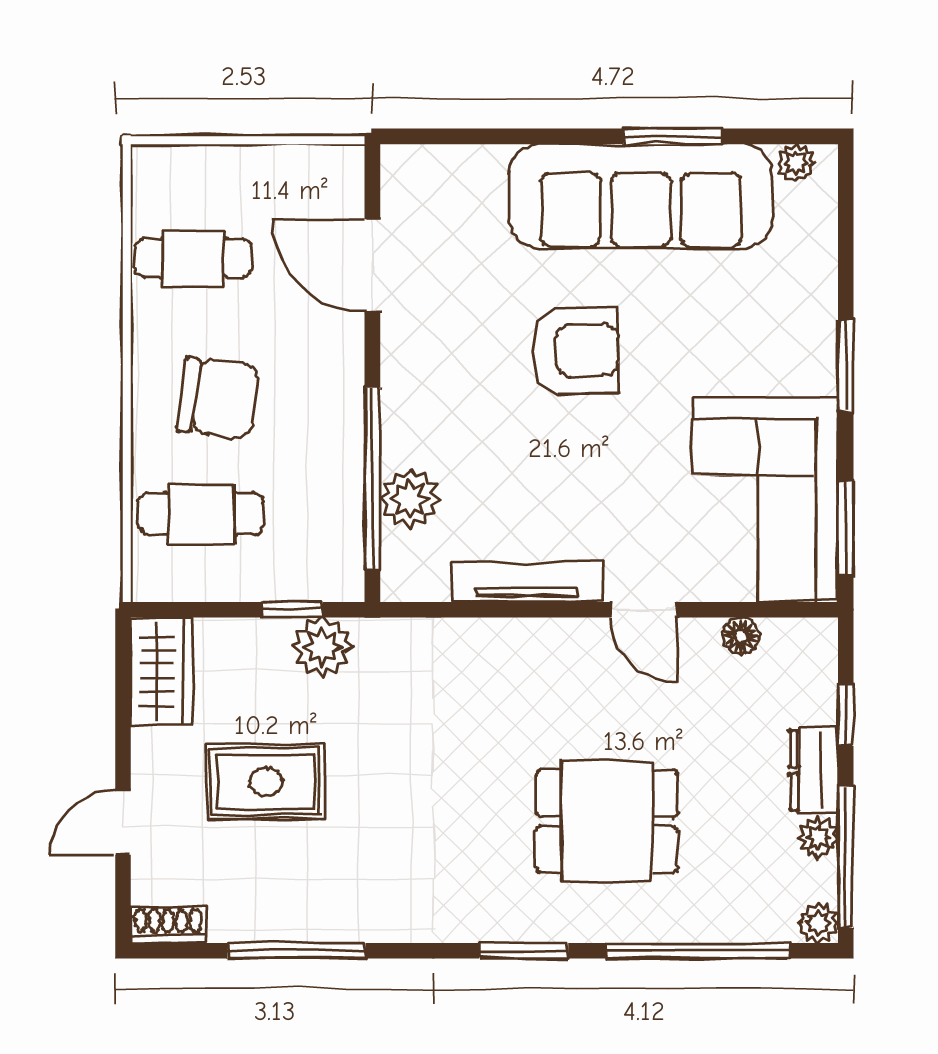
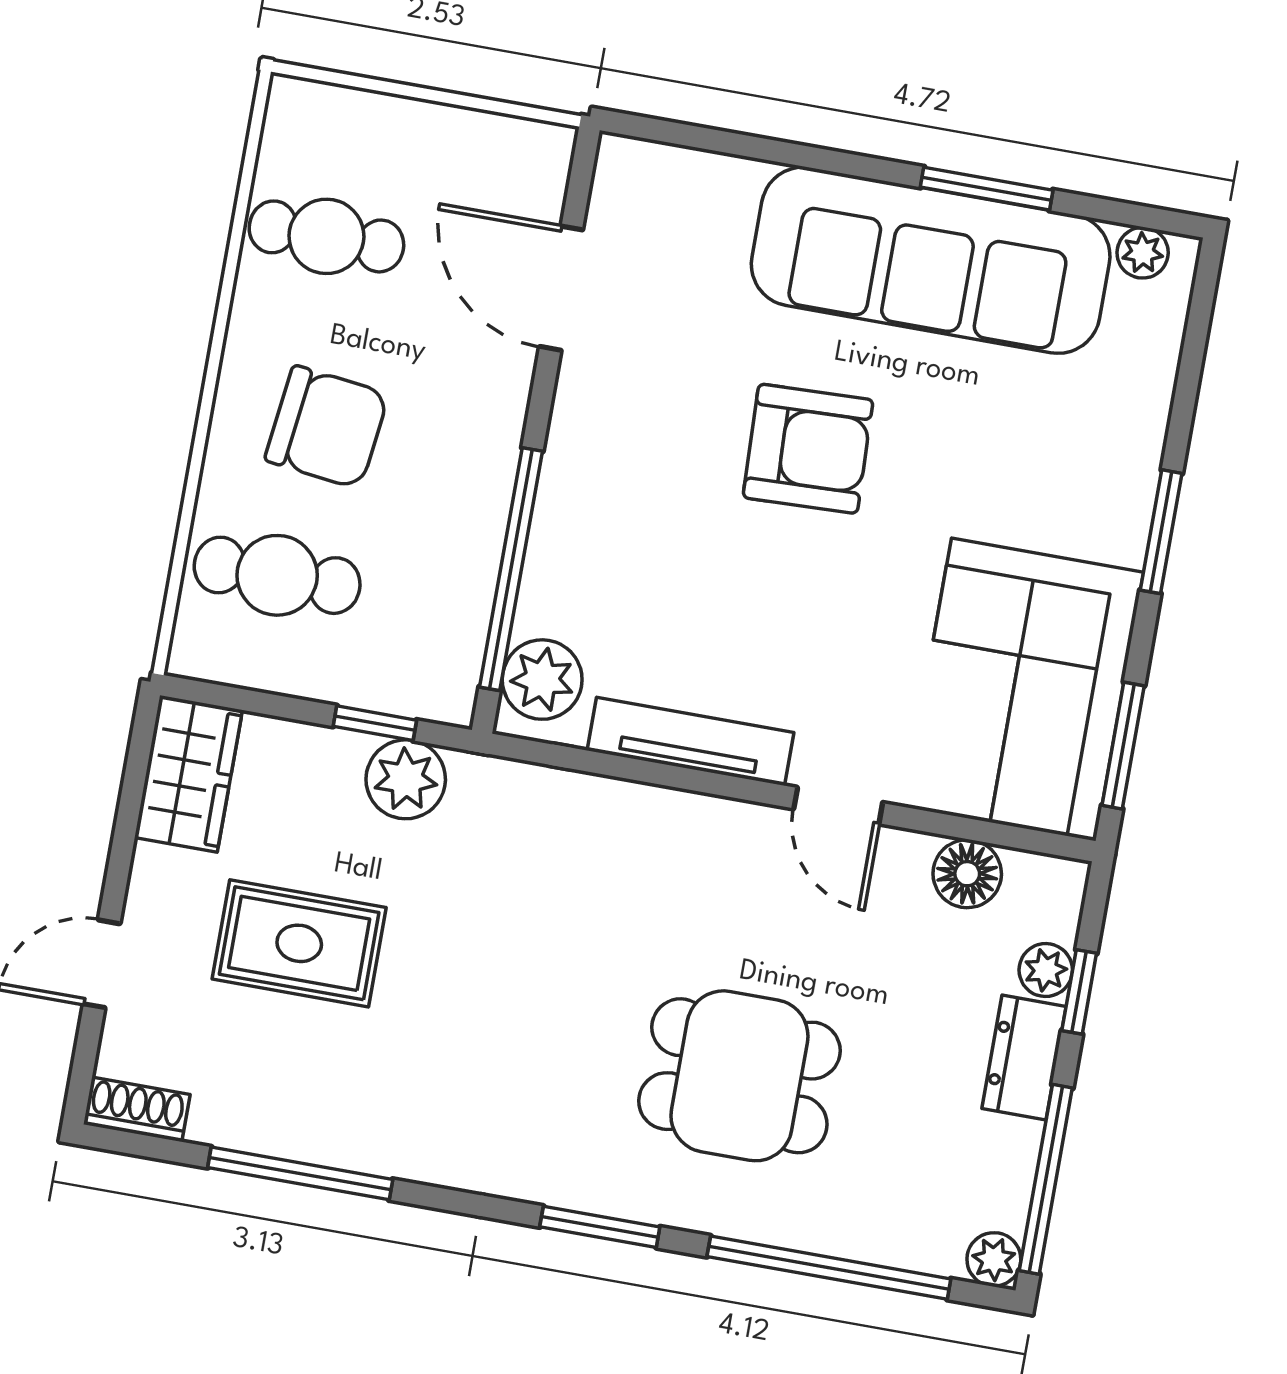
plant: (410, 499) -> (542, 680), moved
floor lamp: (741, 636) -> (967, 874), width x1.37, depth x1.37
plant: (818, 838) -> (1046, 970), moved

